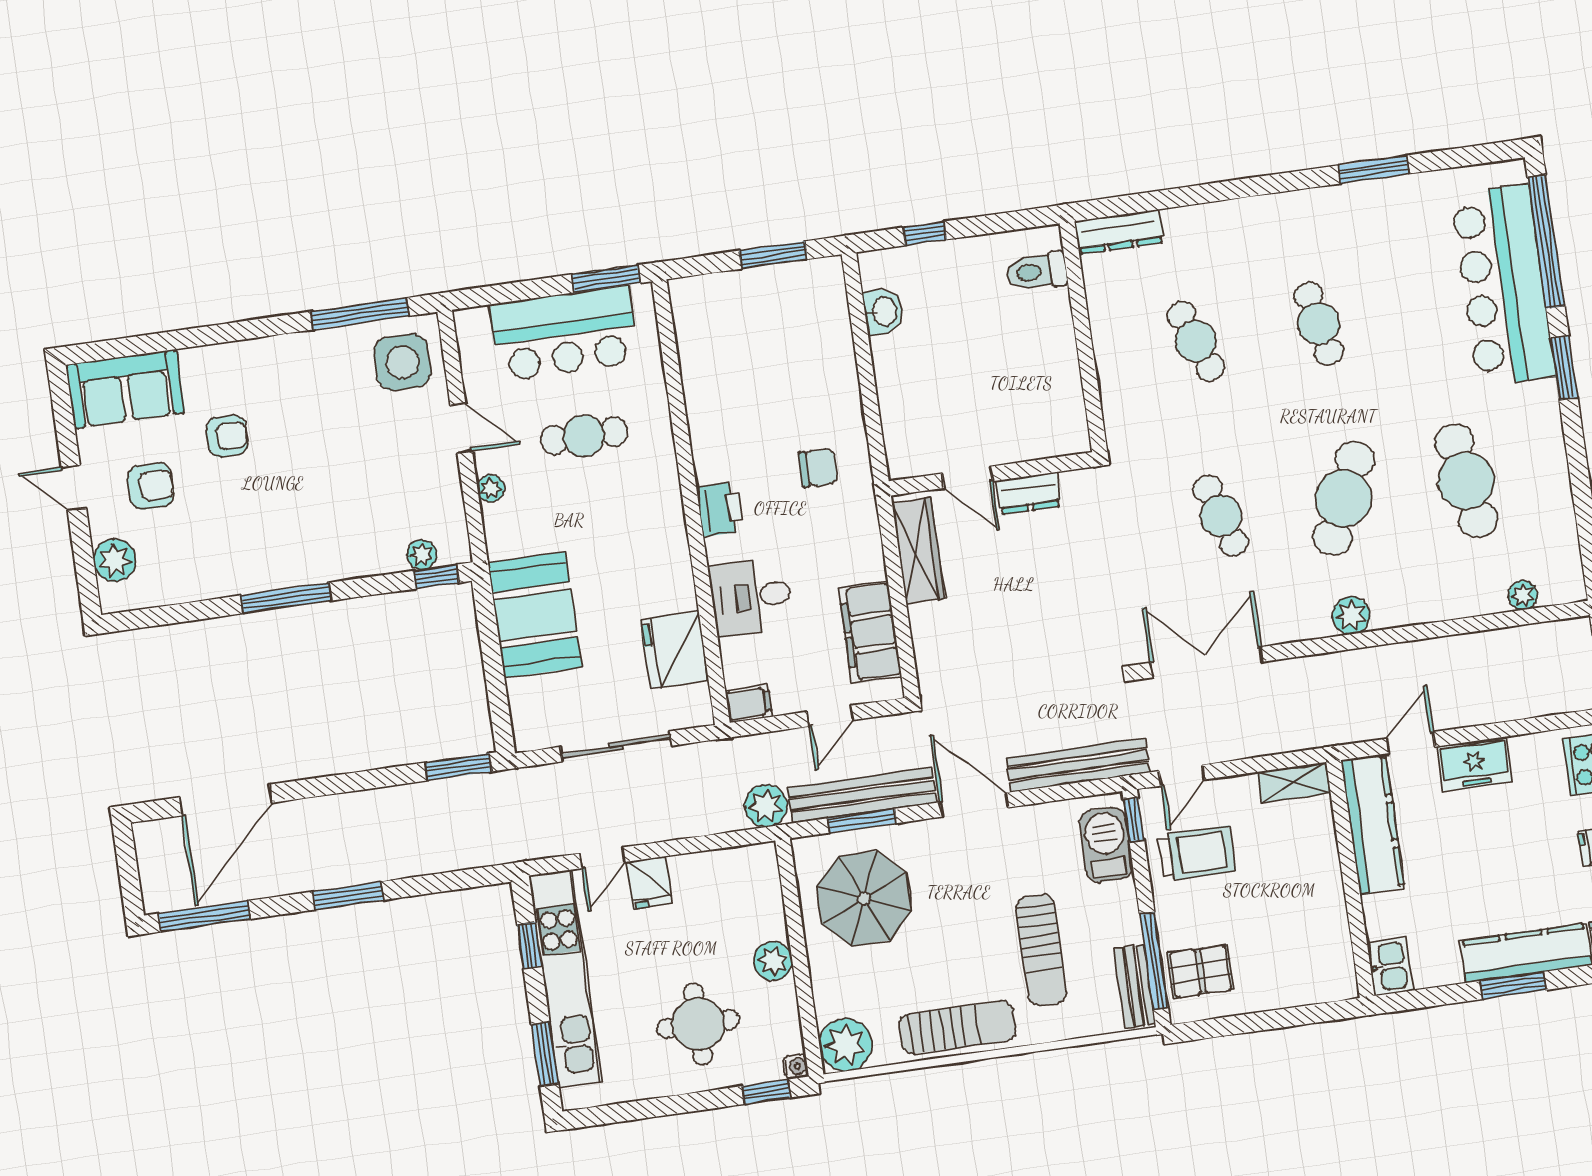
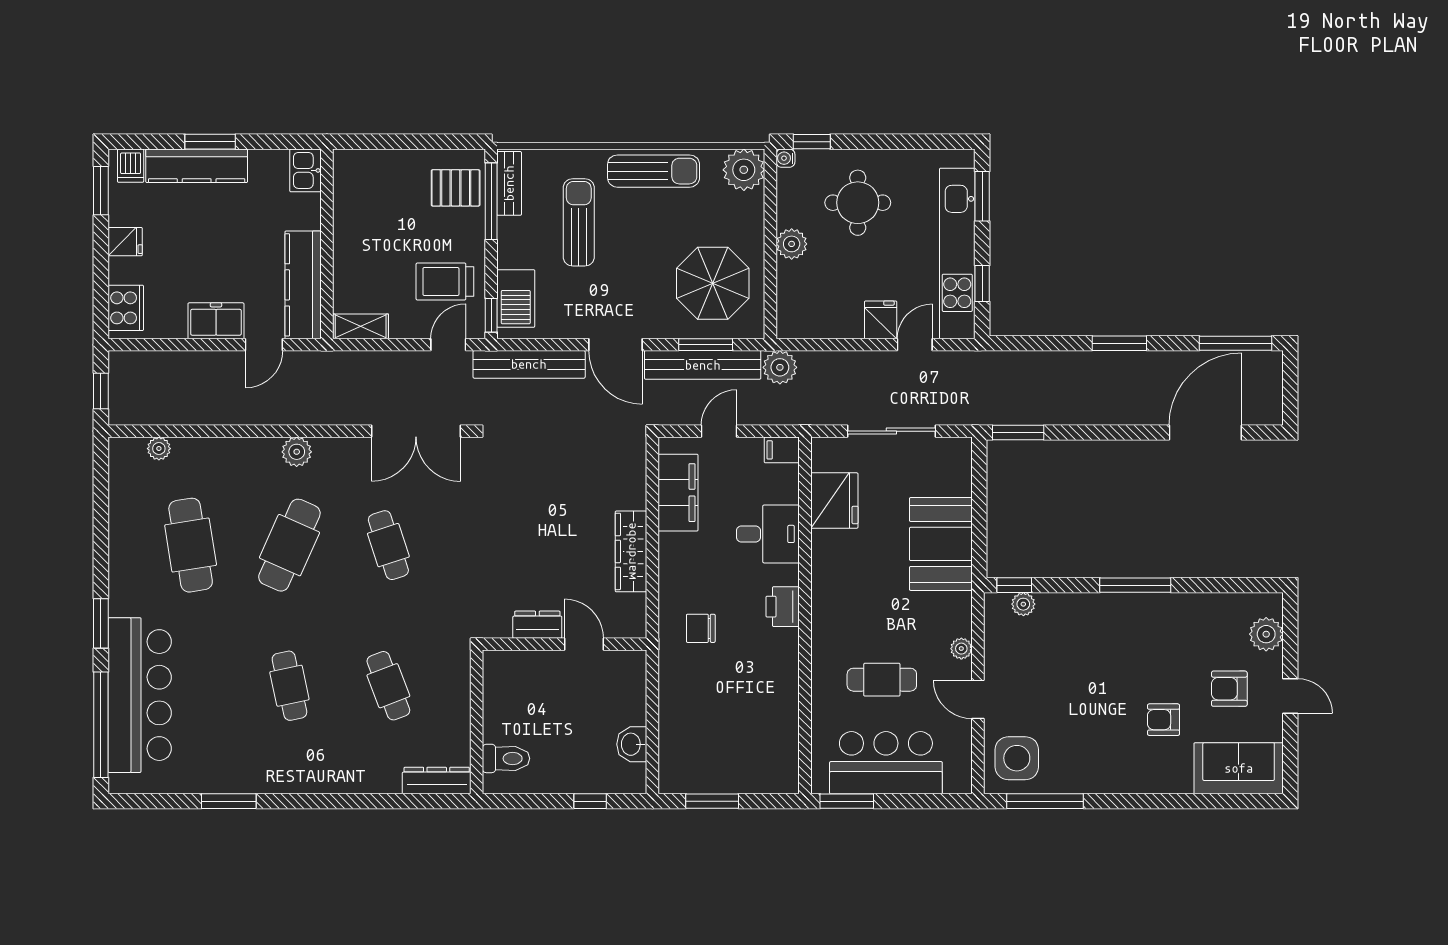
wall: (992, 474) -> (565, 644), moved
door: (967, 477) -> (584, 644), moved
dresser: (1029, 493) -> (537, 625), moved
sun lounger: (957, 1027) -> (654, 171), turned 180

